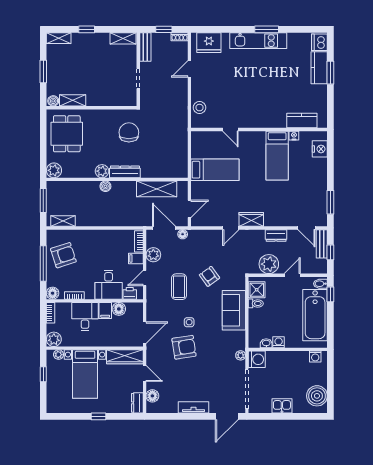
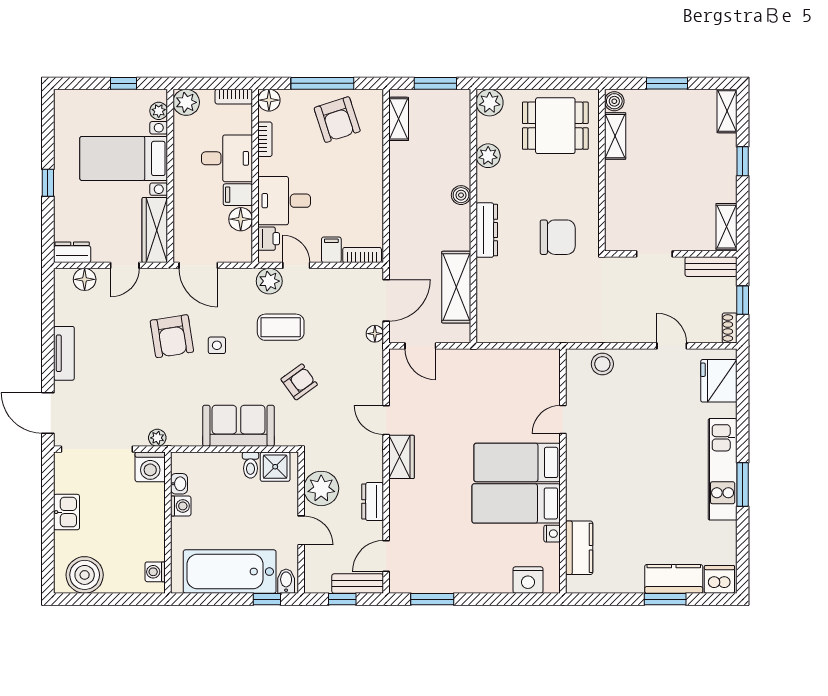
bed: (215, 170) -> (517, 462), moved, turned 90
plant: (102, 171) -> (488, 156), moved
plant: (153, 255) -> (269, 281), moved

